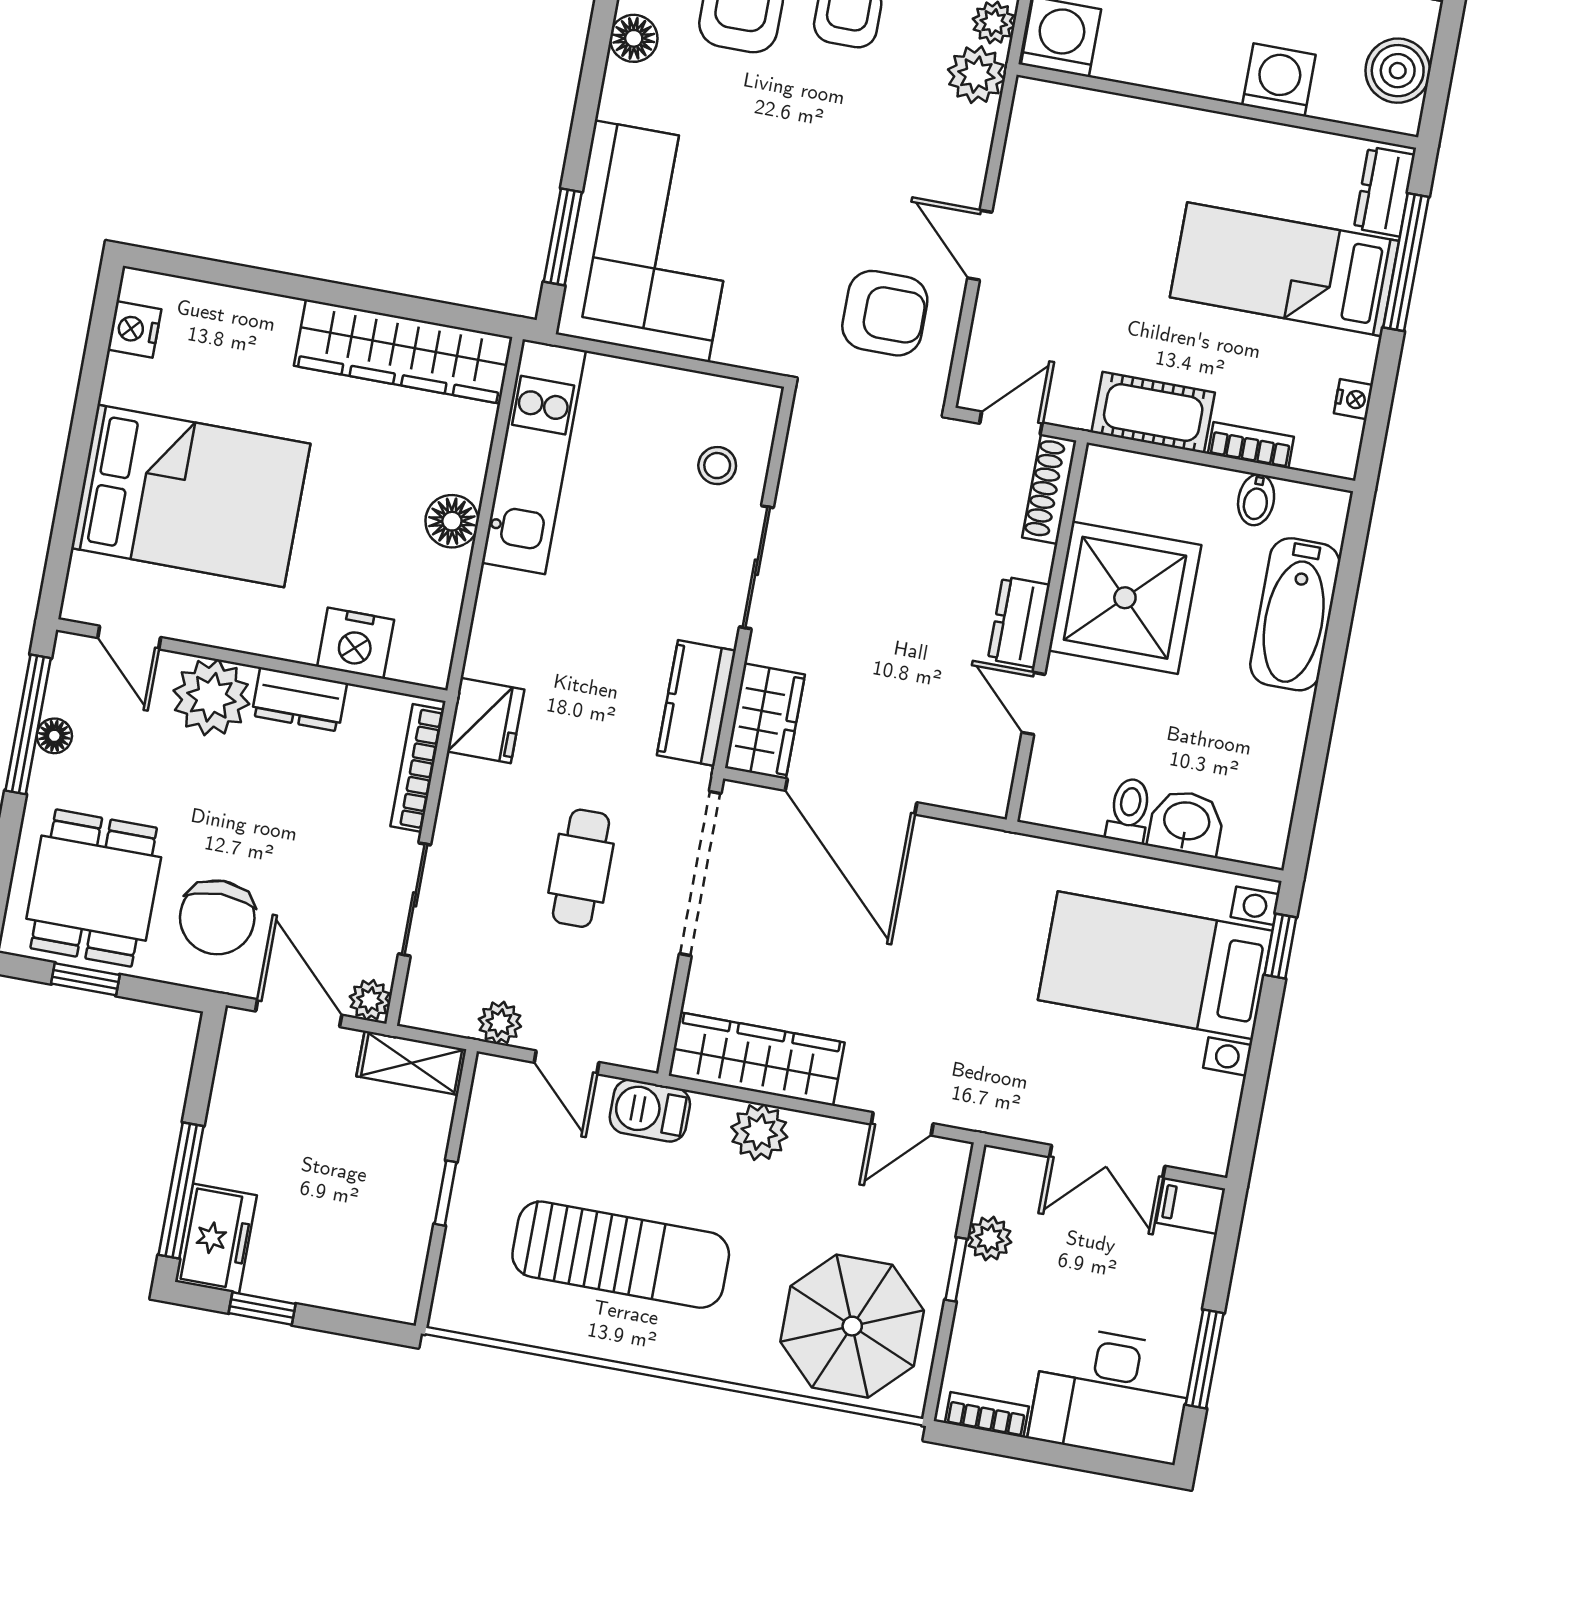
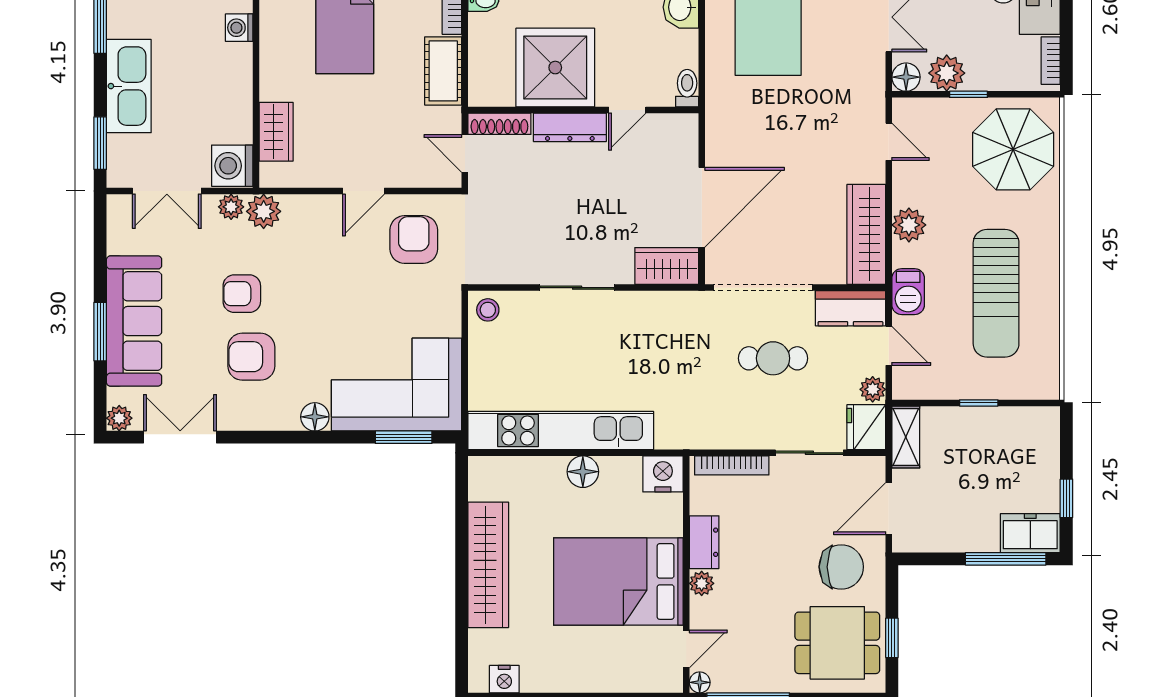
floor lamp: (634, 38) -> (315, 417), moved
washing machine: (1279, 80) -> (239, 28), width x0.73, depth x0.73
wardrobe: (1104, 119) -> (276, 132), added
wardrobe: (403, 351) -> (488, 565), moved
kitchen unit: (534, 457) -> (561, 431), width x1.36
stool: (717, 466) -> (488, 310), moved
bed: (191, 496) -> (618, 581), moved, turned -90
dresser: (1019, 622) -> (570, 127), width x1.44
nightstand: (356, 643) -> (663, 474), moved, turned -90
plant: (211, 697) -> (702, 583), width x0.53, depth x0.53
kitchen counter: (696, 703) -> (850, 308), moved
fridge: (486, 720) -> (866, 427), moved, turned -90
floor lamp: (54, 736) -> (700, 682), moved
toilet: (1129, 810) -> (687, 88), moved, turned 90
plant: (370, 1000) -> (873, 468), removed
door: (566, 1062) -> (889, 346), hinge flipped
floor lamp: (1003, 1172) -> (906, 77), added
plant: (990, 1238) -> (947, 73), width x1.38, depth x1.38
sun lounger: (621, 1255) -> (996, 293), turned 180

